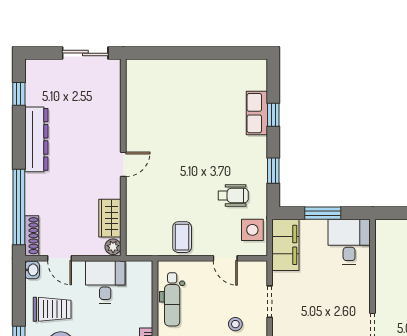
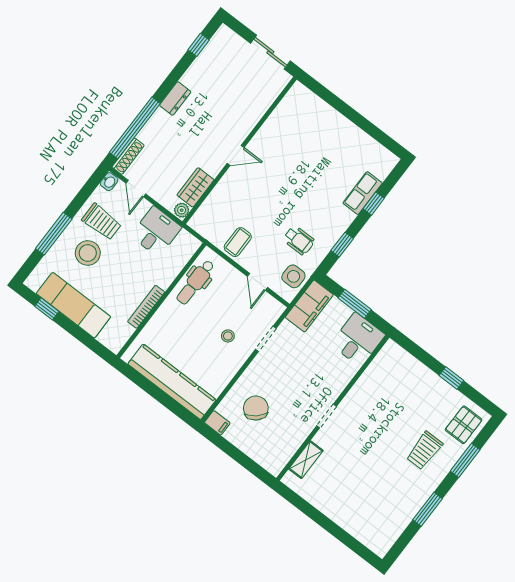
dresser: (36, 139) -> (175, 99), width x0.51, depth x0.80

